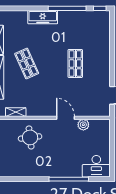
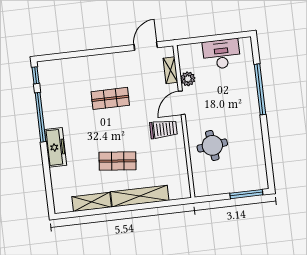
shop shelf: (27, 63) -> (118, 161), turned 30
trolley: (47, 101) -> (163, 129), added
shelving: (16, 112) -> (170, 70), moved
desk: (96, 166) -> (221, 54), moved, turned -90

